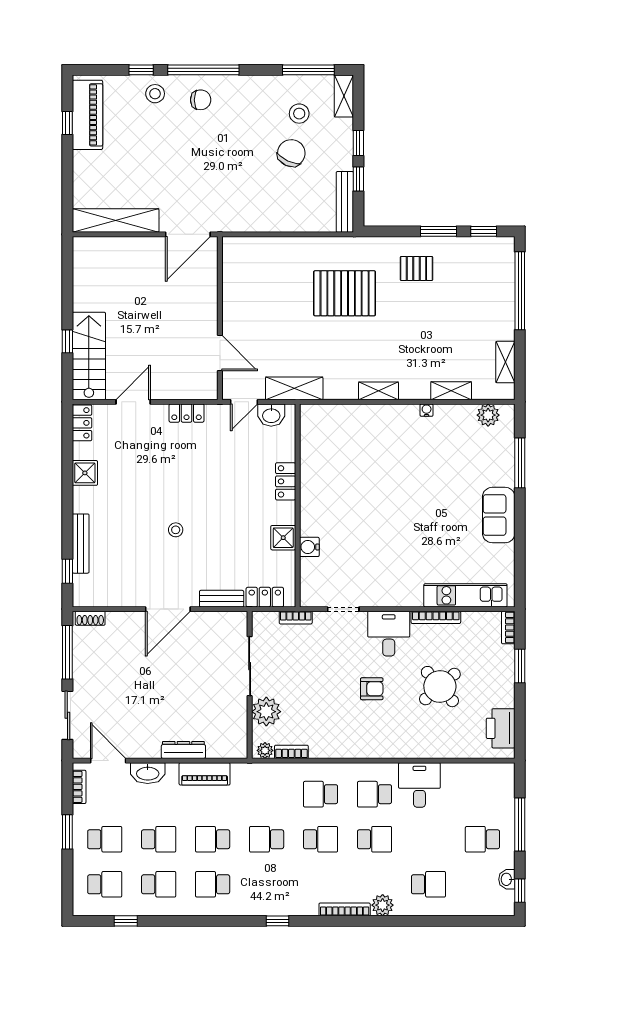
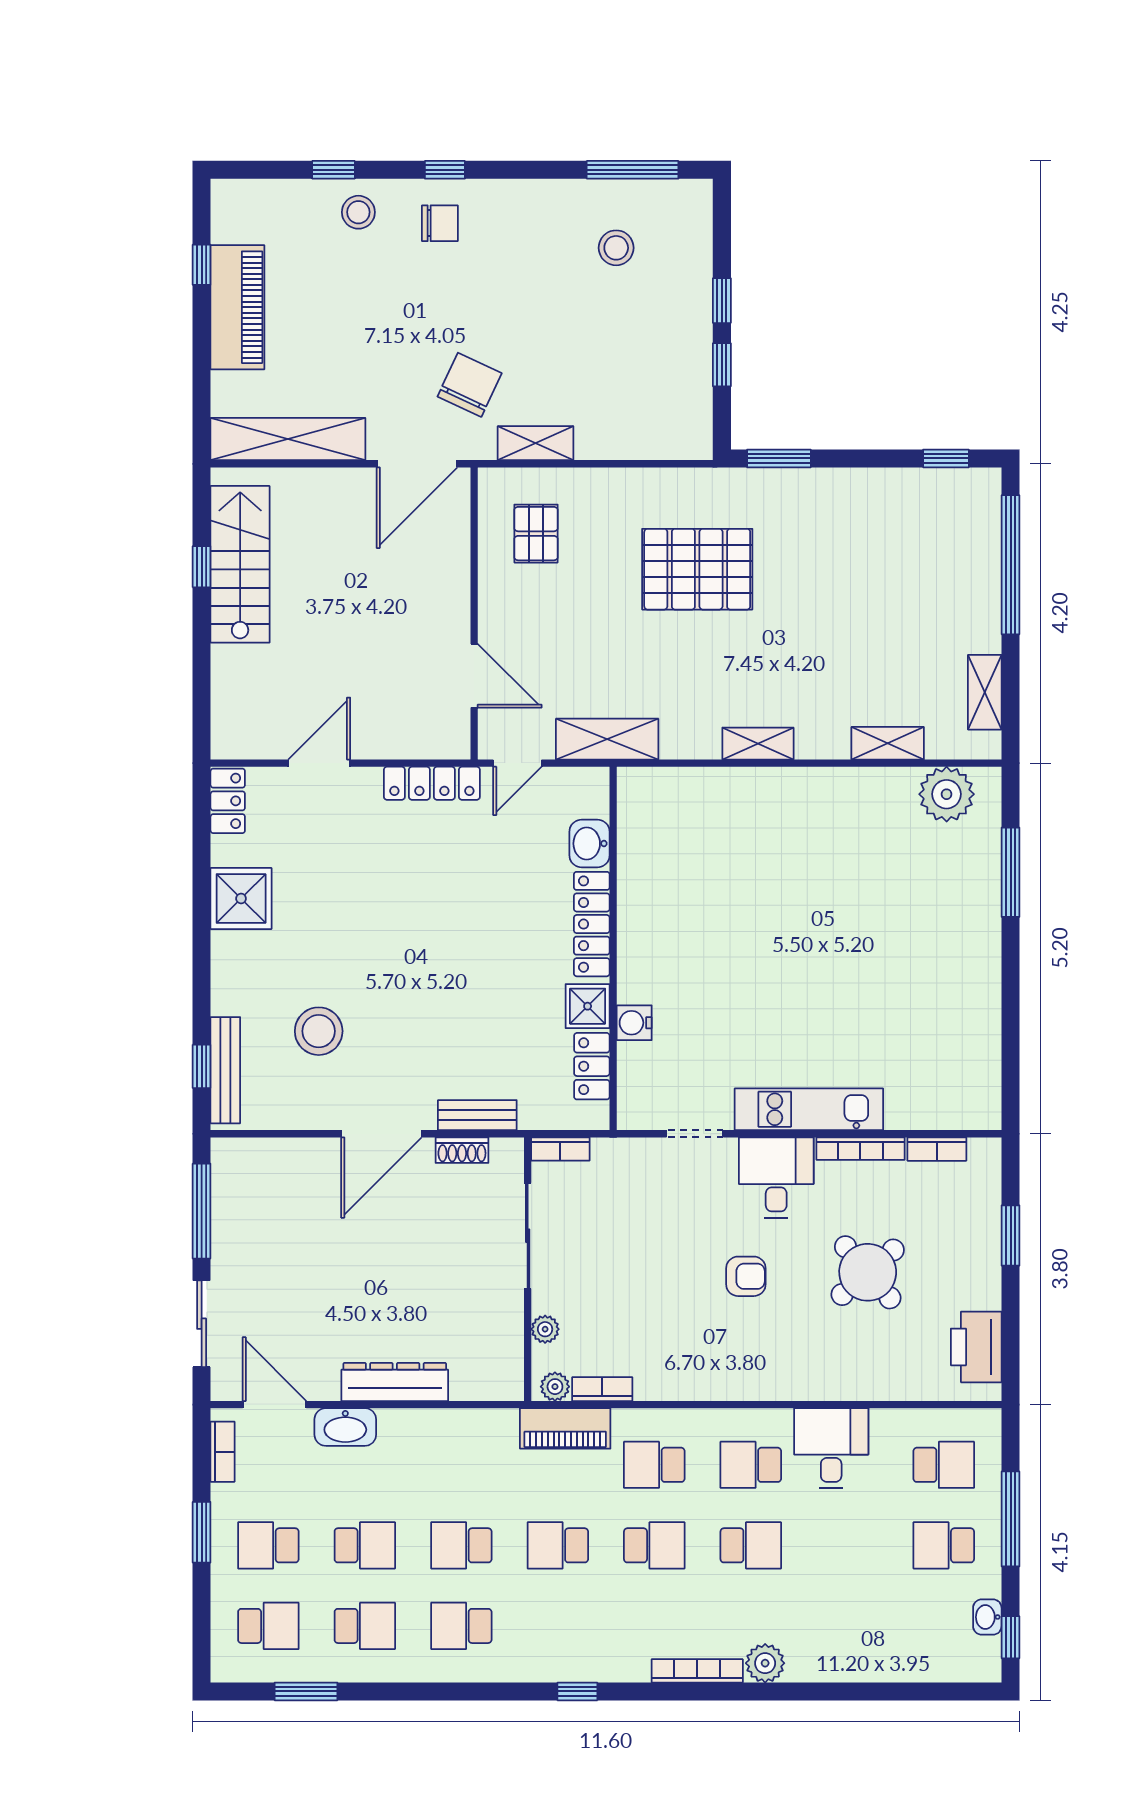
window: (203, 70) -> (445, 170), width x0.32
shelving: (344, 96) -> (536, 443), moved, turned 90
piano: (87, 115) -> (237, 307), moved
chair: (291, 153) -> (470, 385), moved
bench: (345, 202) -> (698, 406), removed
window: (439, 231) -> (779, 458), moved
pallet: (416, 268) -> (536, 534), moved, turned 90
window: (67, 341) -> (202, 567), moved
stairs: (89, 356) -> (240, 564), moved
water cooler: (427, 410) -> (844, 778), removed
locker: (187, 413) -> (432, 783), width x1.53
washbasin: (271, 415) -> (589, 844), moved, turned 90
plant: (488, 415) -> (947, 794), width x1.36, depth x1.36
shower: (85, 473) -> (241, 899), width x1.36, depth x1.36
locker: (286, 481) -> (592, 924), width x1.53
sofa: (499, 515) -> (973, 966), removed
stool: (176, 530) -> (319, 1031), moved, width x1.89, depth x1.89
bench: (81, 544) -> (225, 1070), moved
kitchen unit: (465, 595) -> (809, 1109), moved
locker: (265, 597) -> (592, 1066), moved, turned -90
shoe rack: (90, 618) -> (462, 1150), moved
bookcase: (296, 618) -> (560, 1149), moved
bookcase: (508, 627) -> (937, 1149), moved, turned -90
plant: (266, 712) -> (545, 1329), width x0.53, depth x0.53
dresser: (183, 750) -> (395, 1382), width x1.37, depth x1.24
piano: (205, 774) -> (565, 1428), moved
school desk: (105, 839) -> (268, 1545), turned 180
school desk: (428, 884) -> (944, 1465), moved
window: (126, 921) -> (306, 1691), width x1.50

